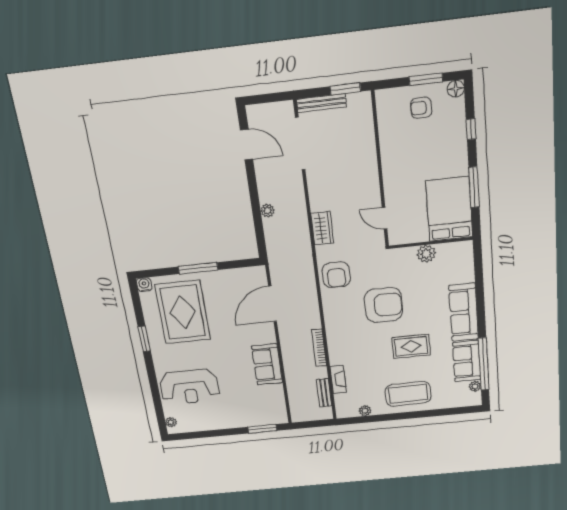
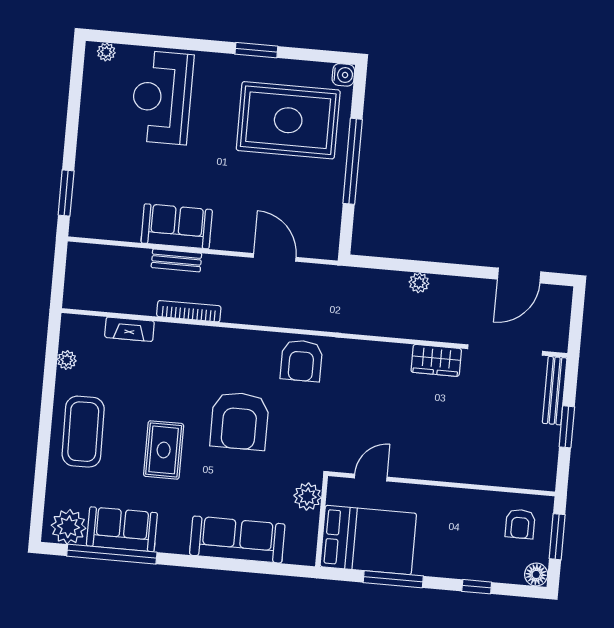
armchair: (421, 108) -> (520, 524), turned 180
wall: (380, 171) -> (442, 484), moved
door: (385, 218) -> (371, 477), moved
wardrobe: (322, 228) -> (436, 360), moved
window: (198, 268) -> (353, 161), width x1.46
armchair: (336, 275) -> (301, 361), turned -90
door: (273, 304) -> (275, 257), width x0.73
sofa: (464, 312) -> (237, 540), moved
plant: (475, 386) -> (69, 527), width x1.88, depth x1.88
bench: (324, 393) -> (176, 260), moved

